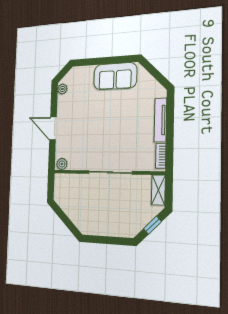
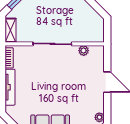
plant: (62, 164) -> (84, 51), moved

